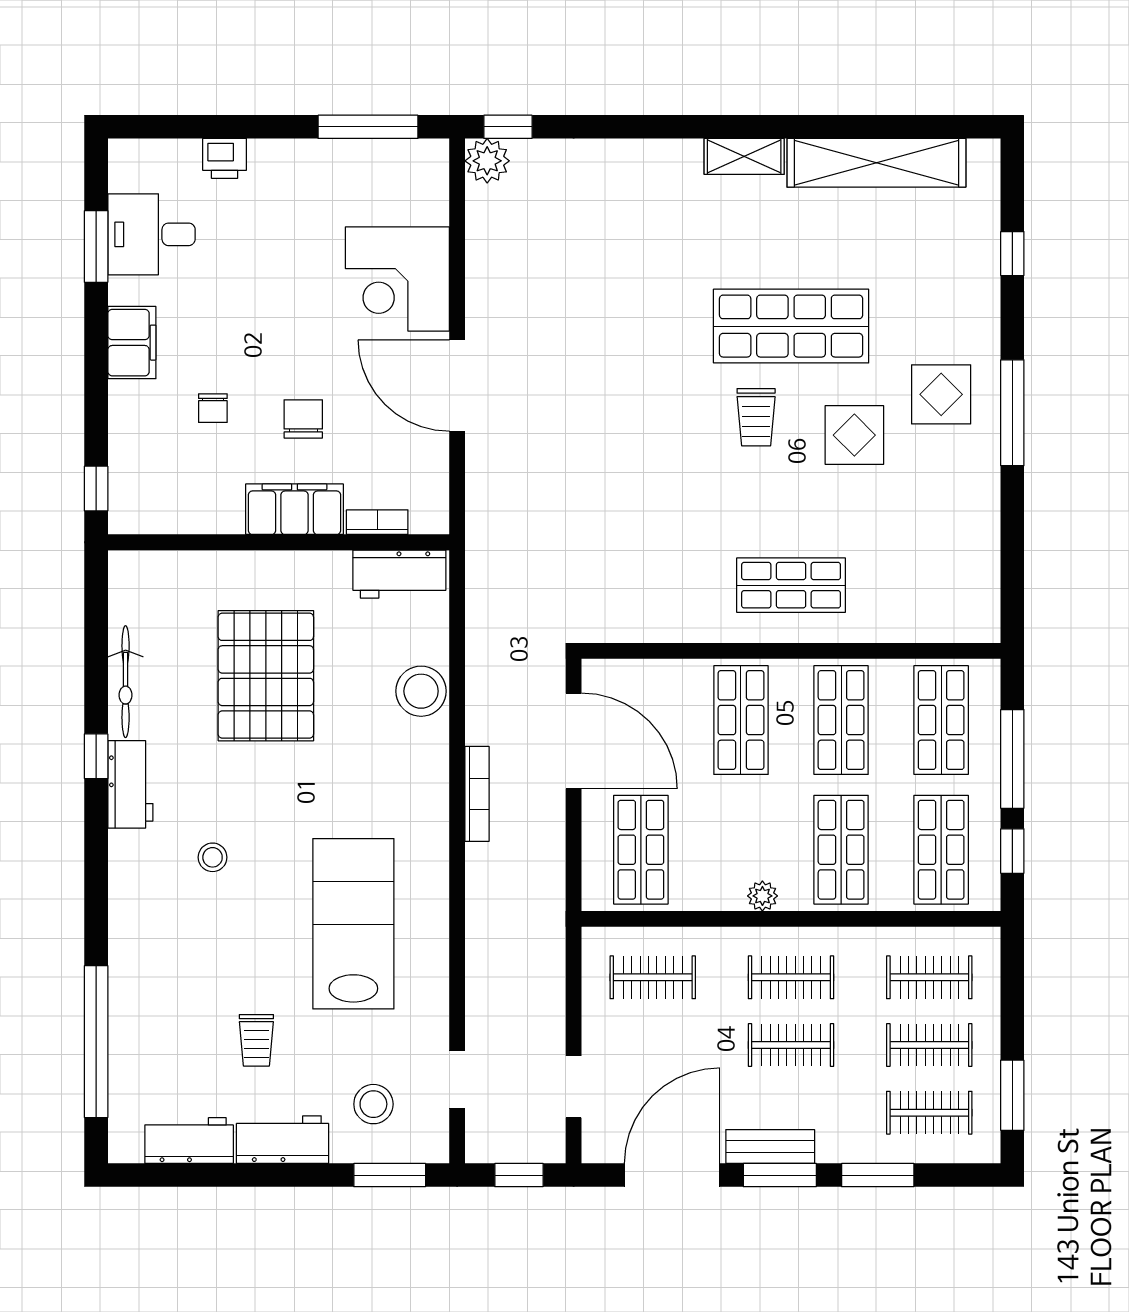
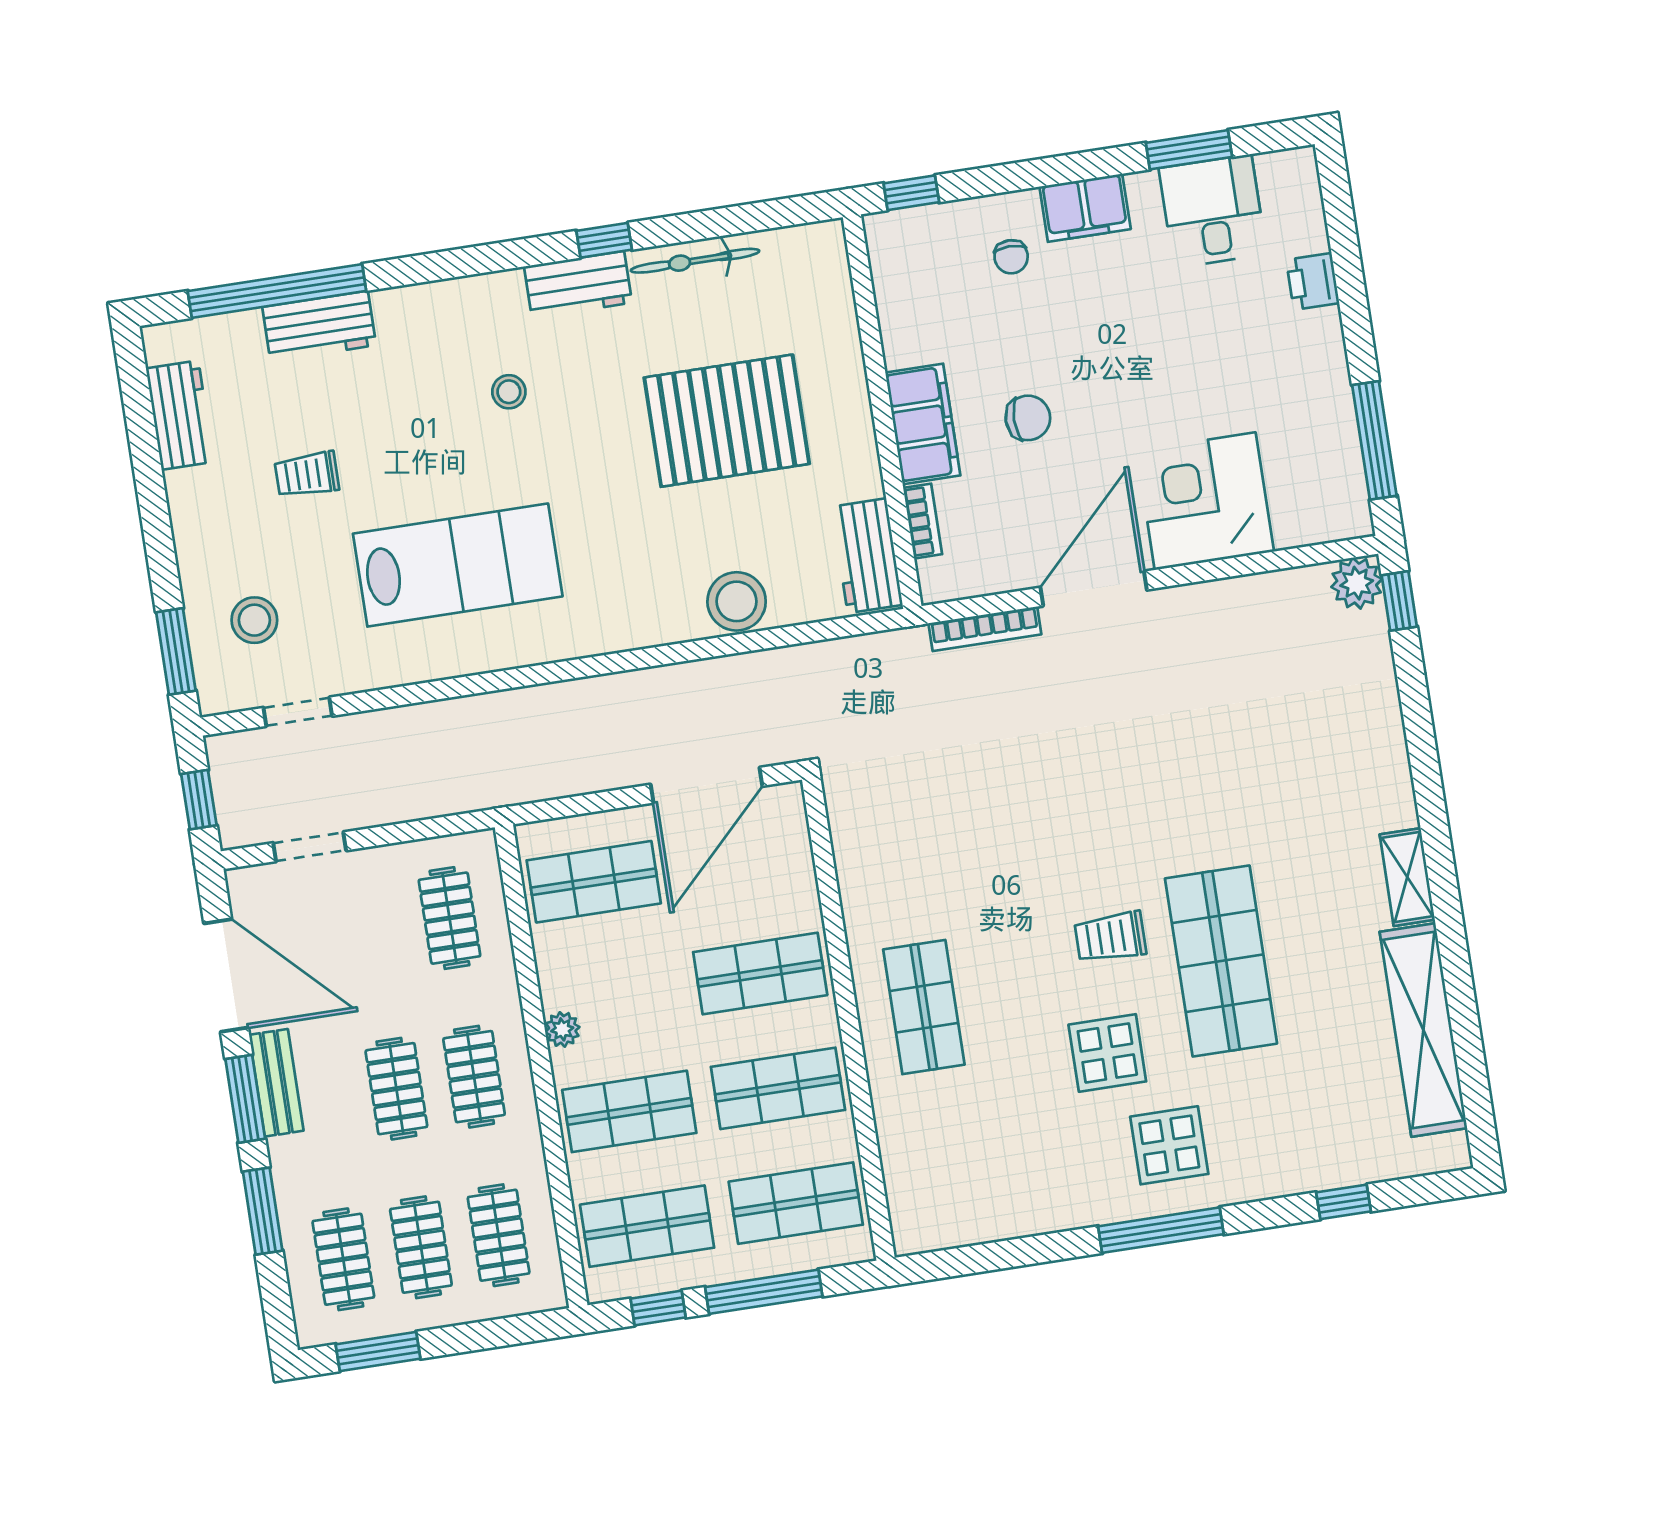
chair: (213, 408) -> (1011, 257), moved, turned -90
bookcase: (477, 794) -> (985, 629), moved
workbench: (282, 1140) -> (319, 326), moved, turned 90

